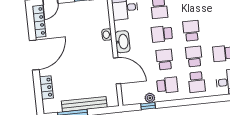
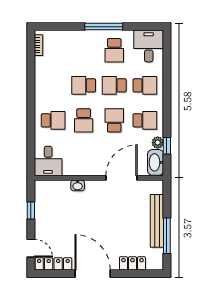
washbasin: (122, 42) -> (156, 162), moved, turned -90
school desk: (165, 60) -> (114, 120), turned 90
school desk: (167, 85) -> (145, 120), turned 90

